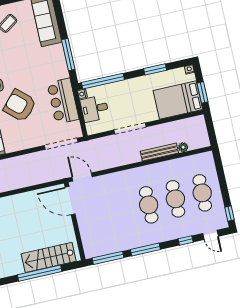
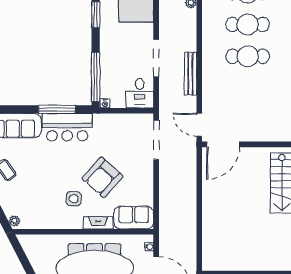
bar counter: (63, 101) -> (67, 127), moved
desk: (95, 109) -> (140, 93), moved
bench: (159, 152) -> (190, 74), moved
door: (82, 177) -> (199, 125), hinge flipped

